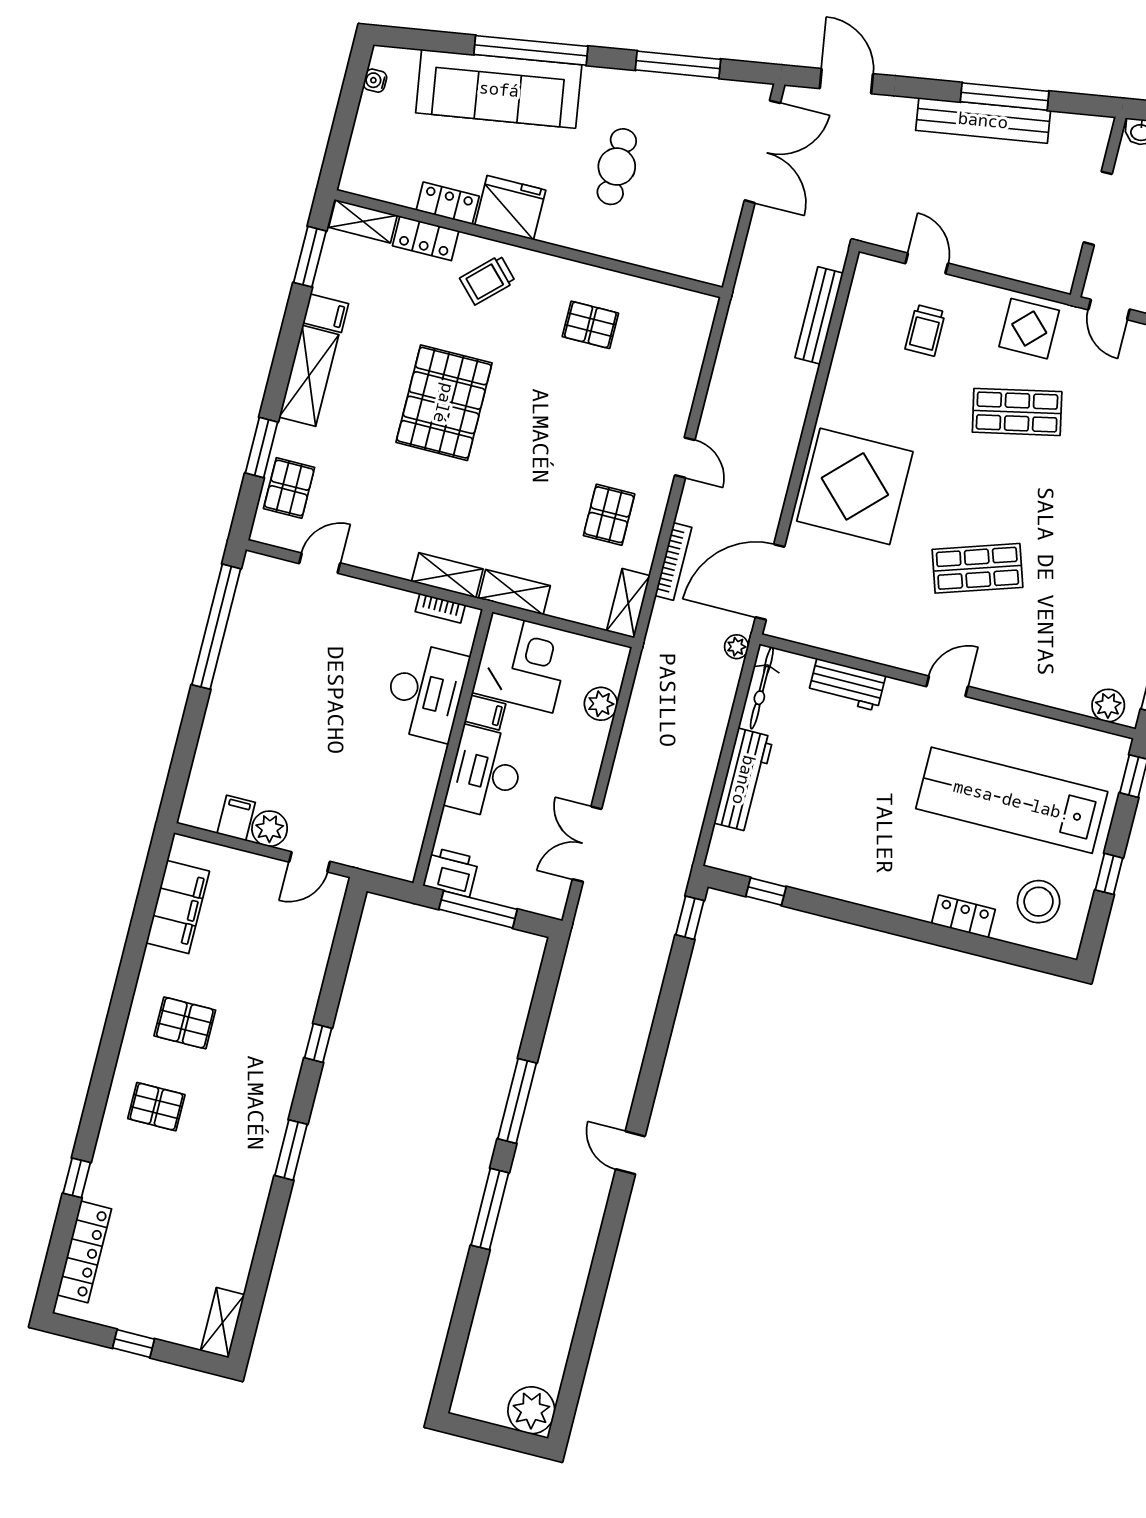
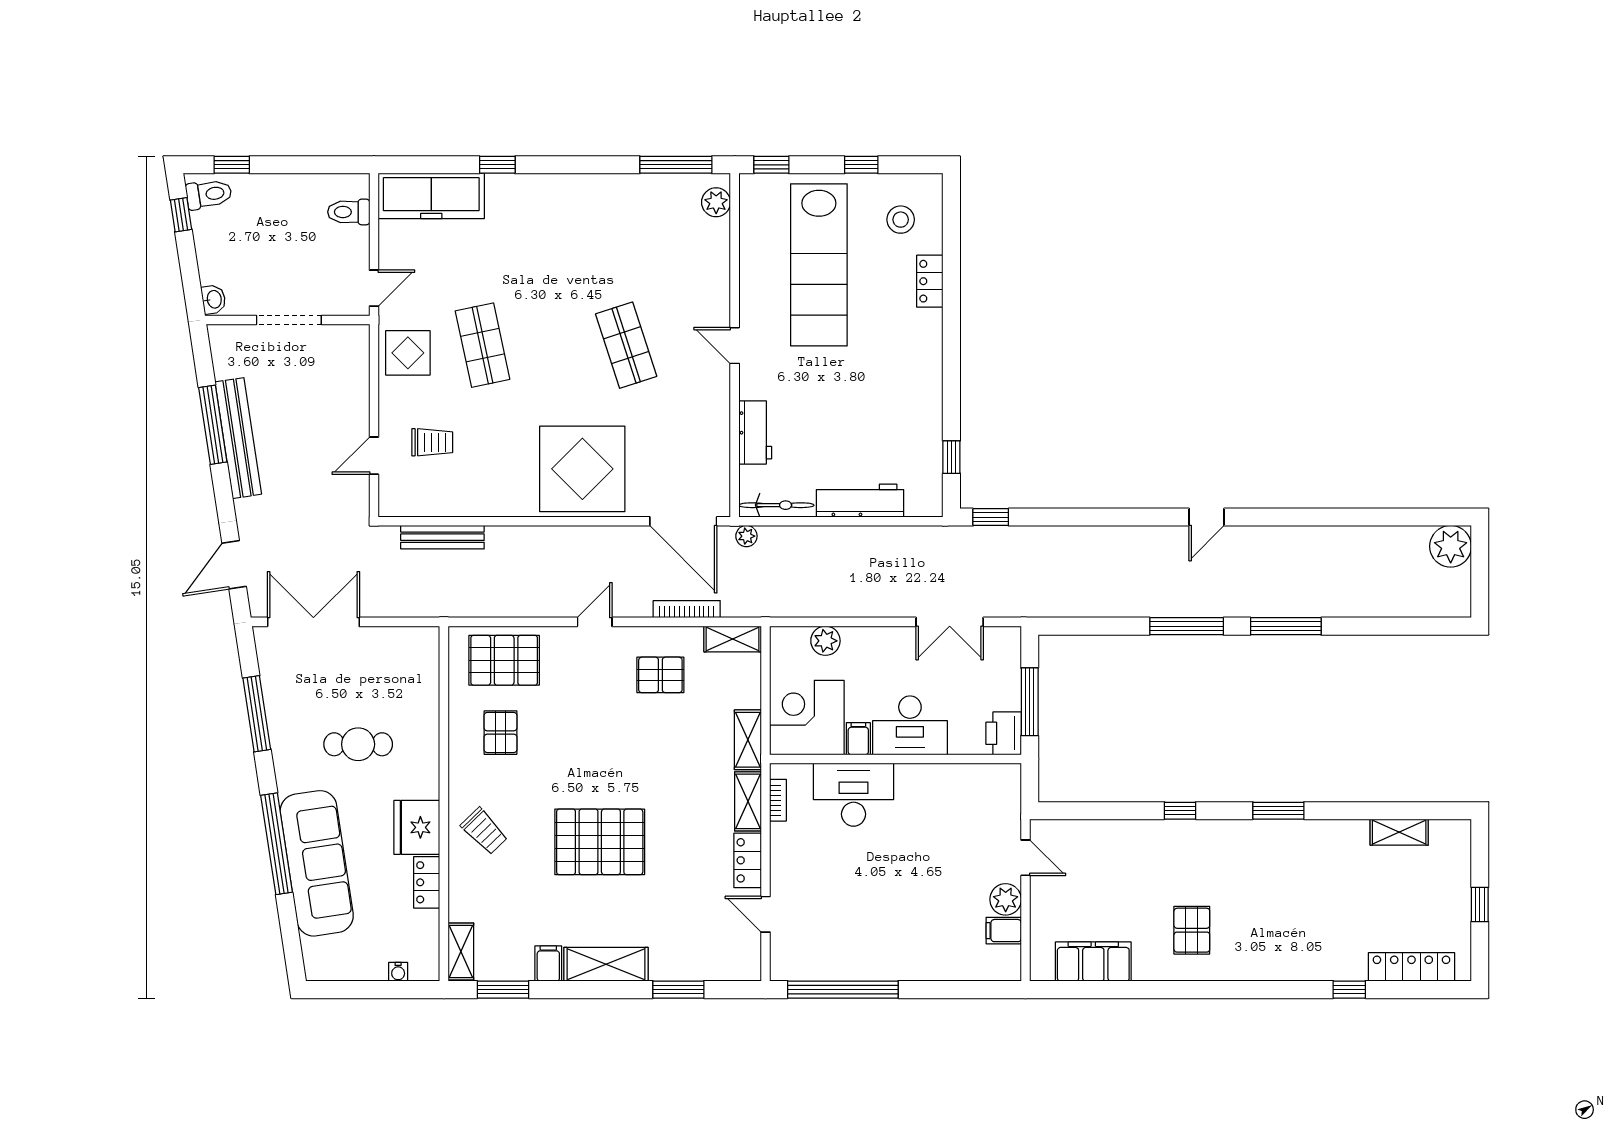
water cooler: (375, 81) -> (398, 972), moved
locker: (426, 238) -> (748, 860), moved, turned 180
pallet: (289, 488) -> (504, 660), moved, width x1.50, depth x1.42
stool: (1039, 902) -> (901, 220), width x0.73, depth x0.73
pallet: (156, 1107) -> (1270, 936), removed
shelving: (223, 1323) -> (1399, 832), moved

